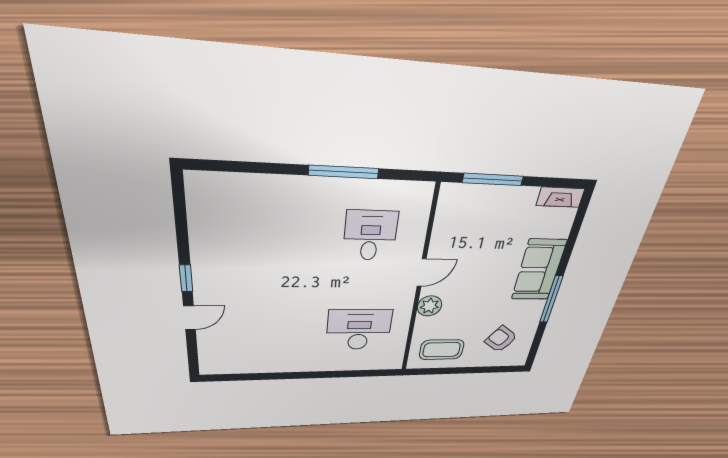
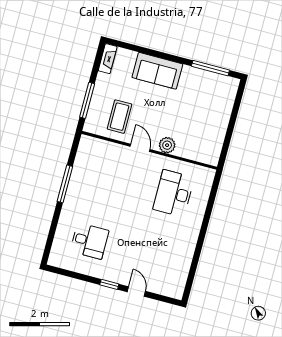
desk: (370, 236) -> (89, 241), moved, turned 180
window: (551, 299) -> (210, 68), moved
armchair: (501, 339) -> (210, 97), removed
coffee table: (442, 350) -> (120, 117), moved

